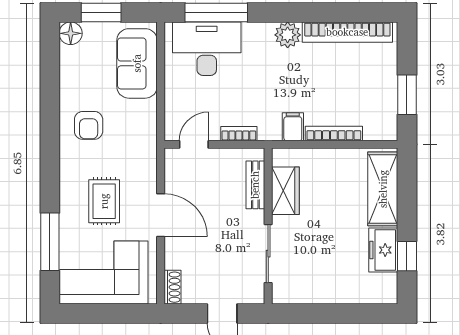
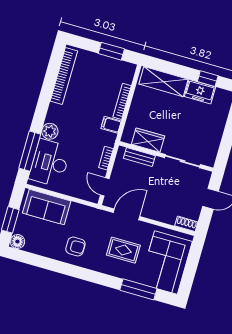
plant: (288, 35) -> (50, 131), moved
door: (161, 215) -> (126, 214), moved

